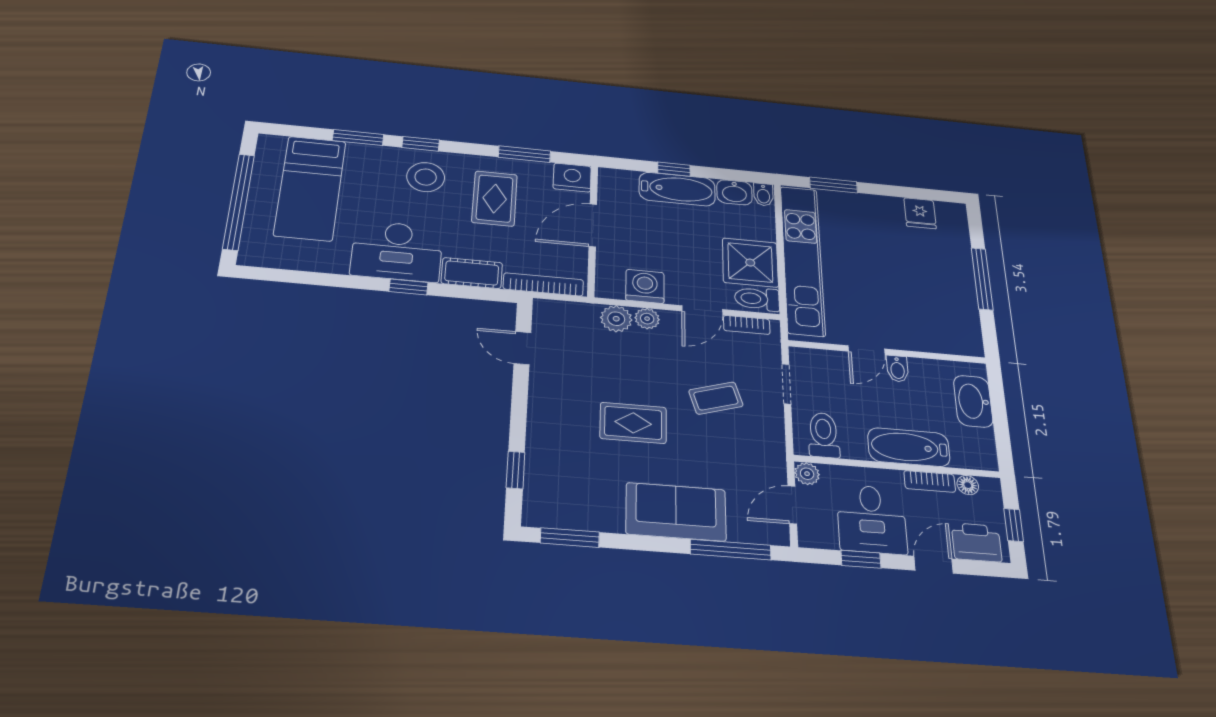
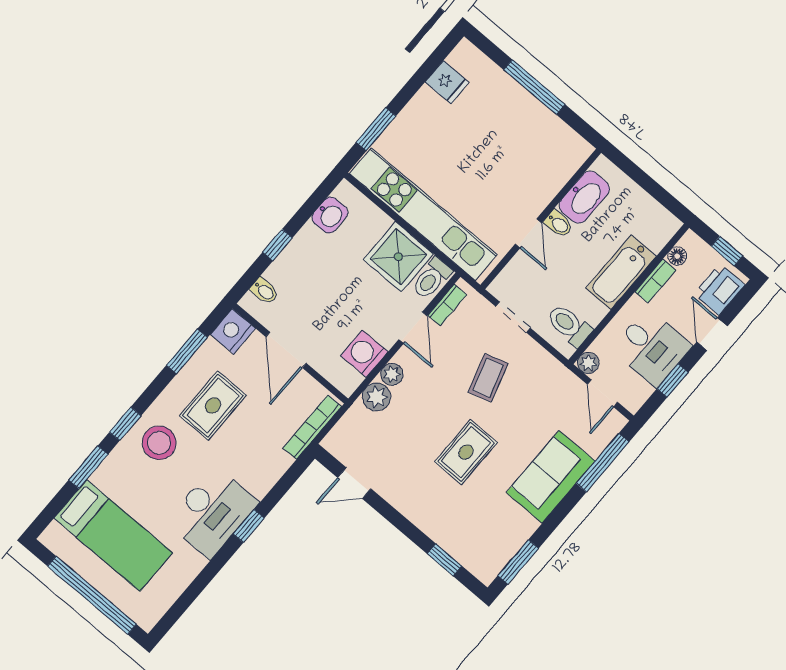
bathtub: (677, 189) -> (297, 258), removed
bidet: (763, 195) -> (264, 291), moved
rug: (495, 198) -> (213, 405), turned 90
cot: (472, 273) -> (267, 472), removed
washbasin: (973, 401) -> (584, 197), moved, turned -90

